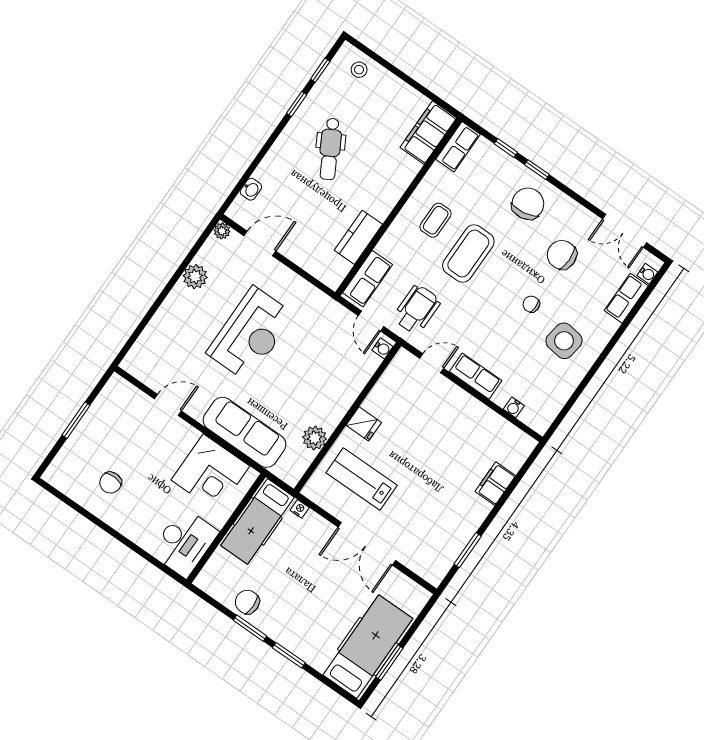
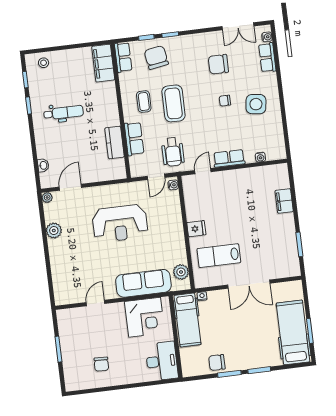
dental chair: (330, 149) -> (64, 113), turned -61
chair: (528, 204) -> (156, 57), moved
row of seats: (368, 279) -> (134, 139), moved
wheelchair: (417, 309) -> (173, 152), turned 180
door: (371, 321) -> (156, 177), hinge flipped
reception desk: (251, 334) -> (120, 223), moved, turned 90
plant: (315, 438) -> (181, 272), moved

